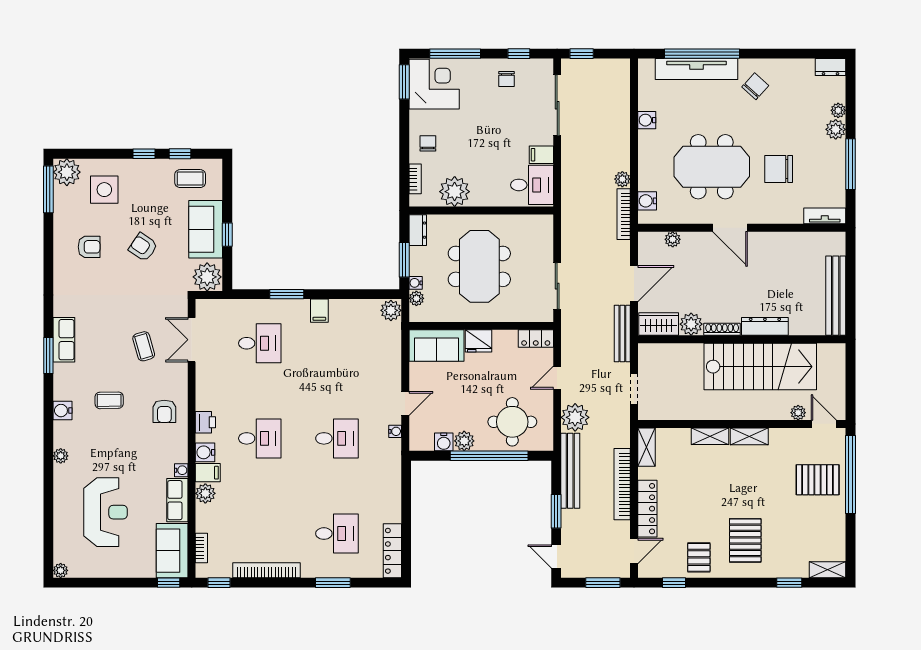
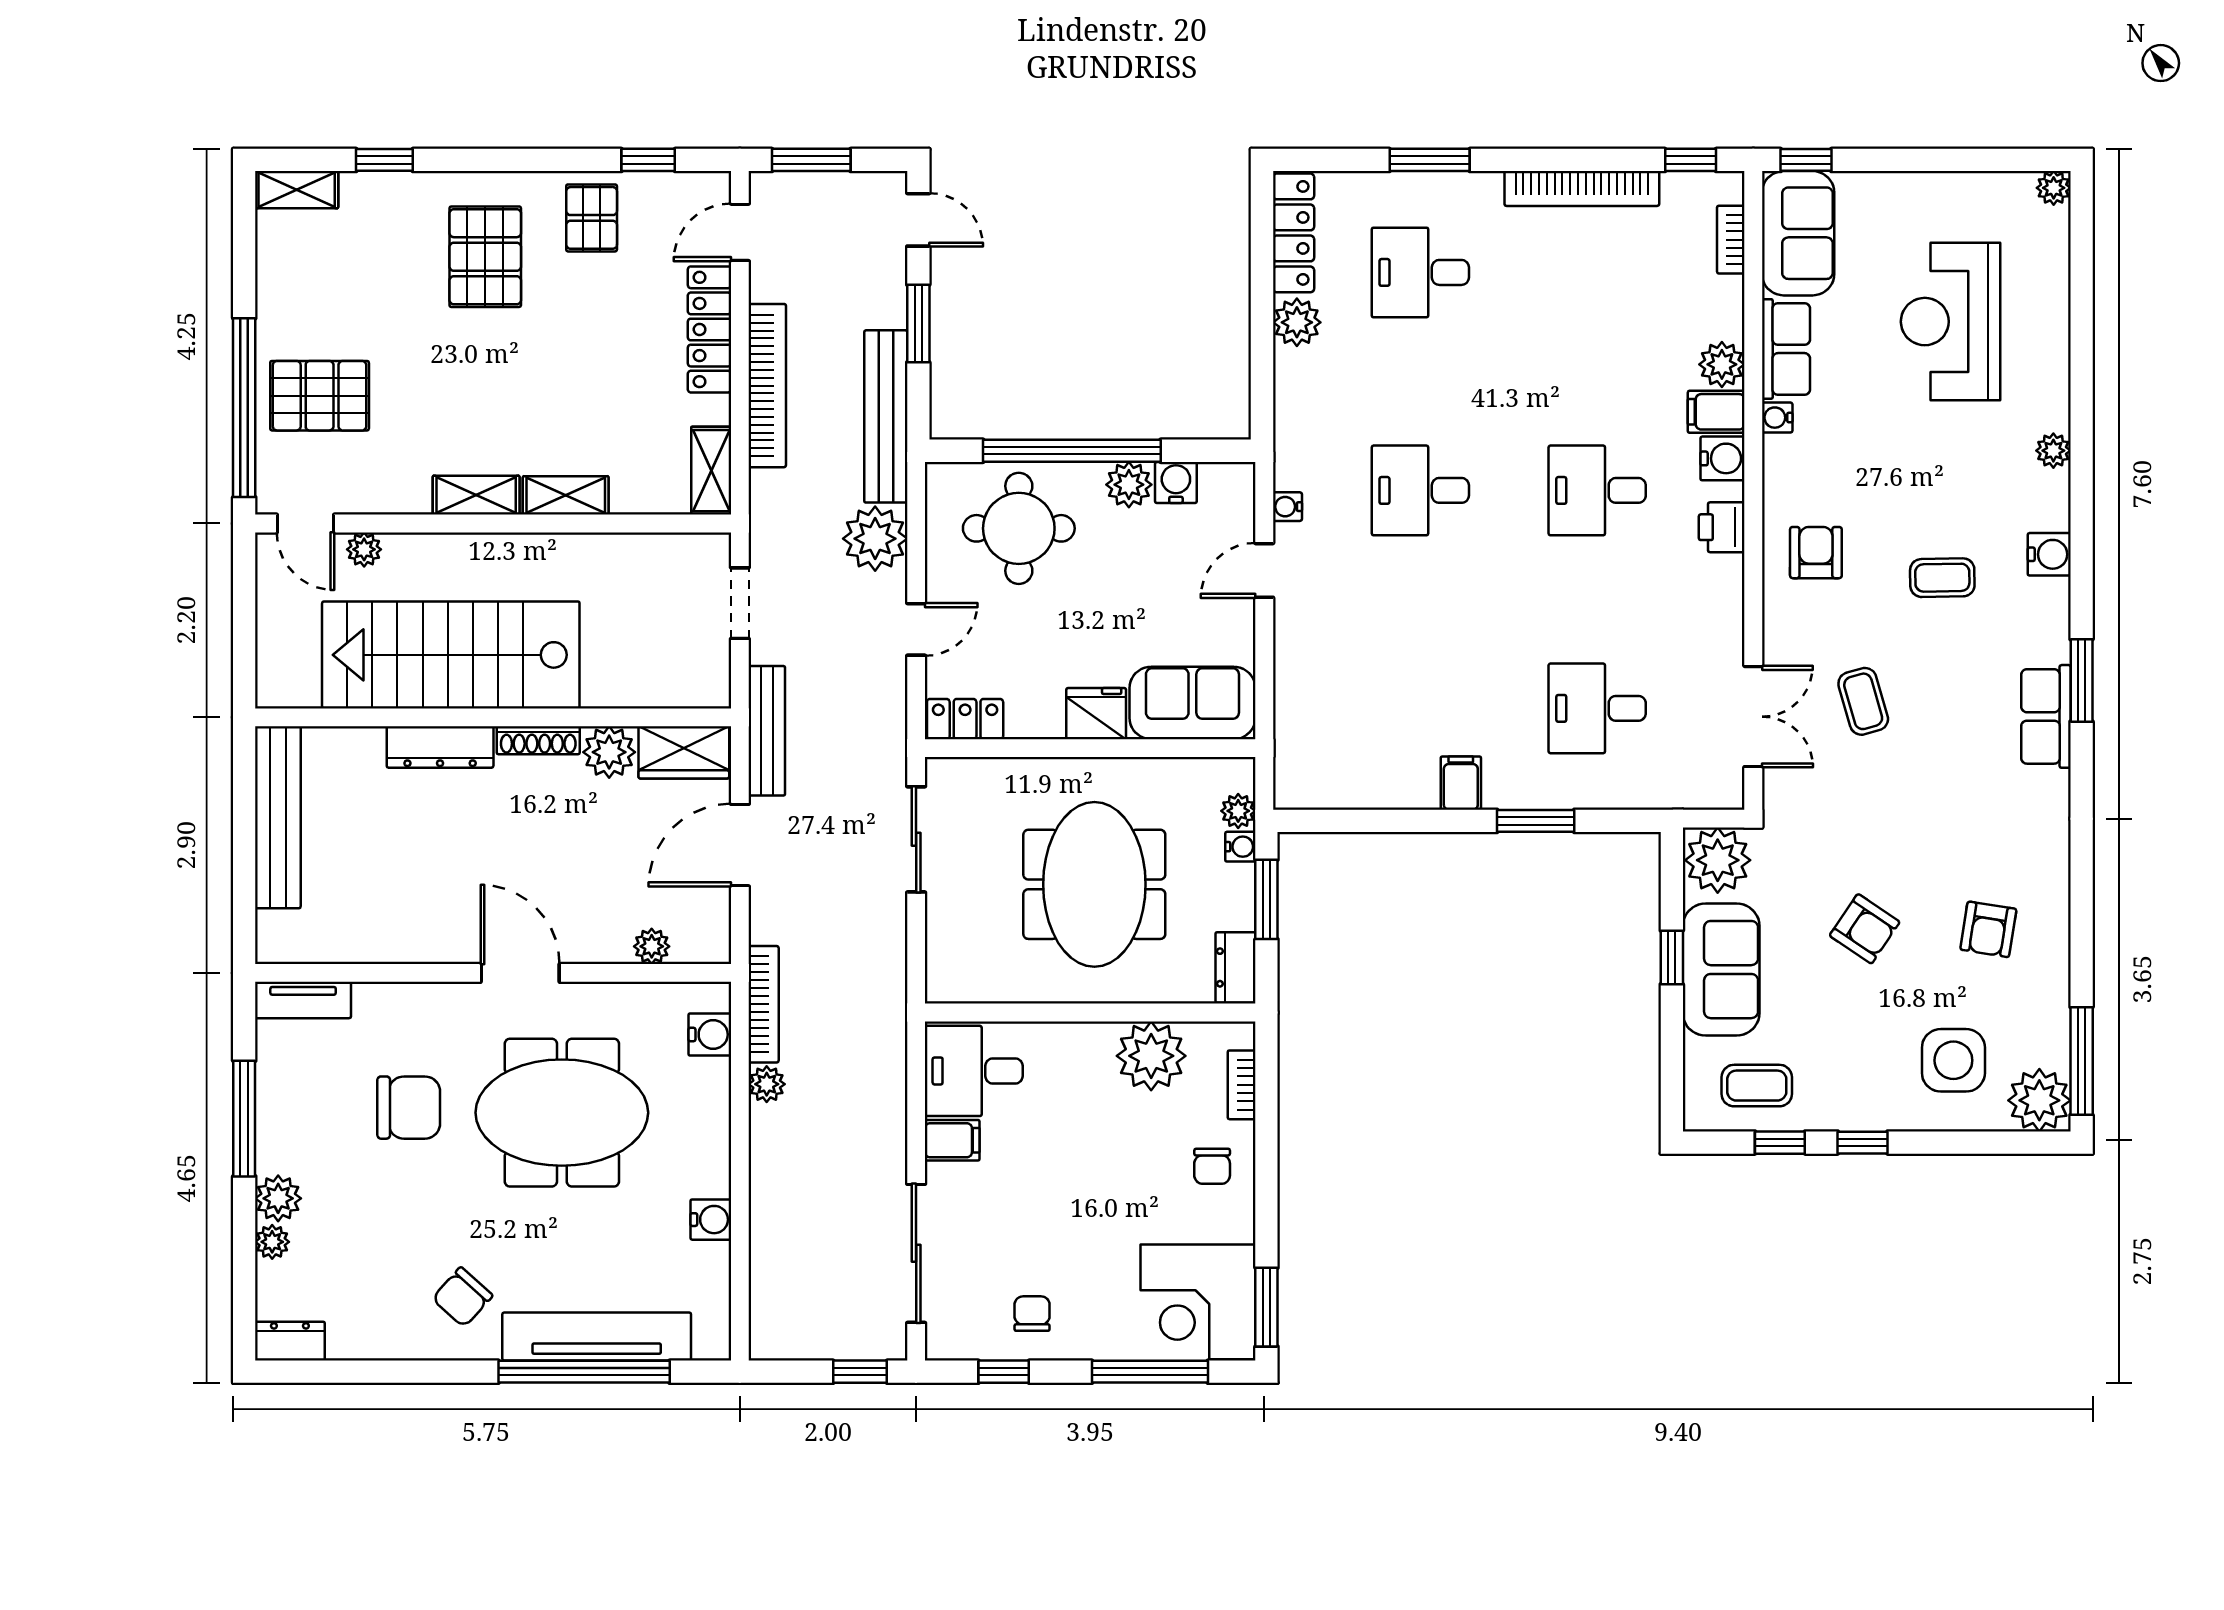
armchair: (89, 247) -> (1988, 929), turned -81
plant: (391, 310) -> (1297, 322), moved

